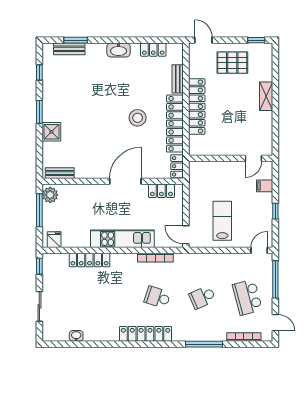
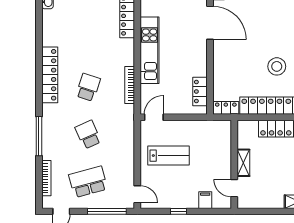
shelving: (229, 150) -> (243, 163), added
door: (125, 181) -> (210, 23), moved

